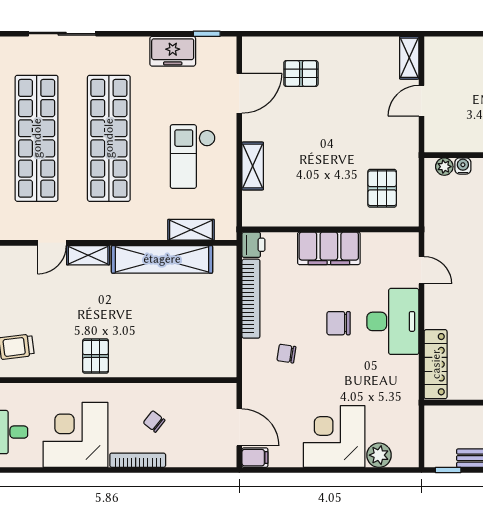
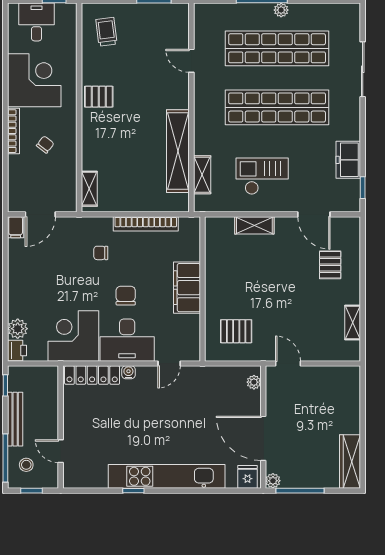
shelving: (409, 58) -> (353, 323), moved, turned 90
door: (421, 101) -> (288, 363), moved
water cooler: (463, 166) -> (128, 372), moved, turned -90
printer: (253, 245) -> (17, 351), moved, turned -90
shelving: (88, 255) -> (89, 189), moved
chair: (286, 354) -> (101, 253), turned -99
corner desk: (334, 436) -> (73, 336), moved, turned -90

